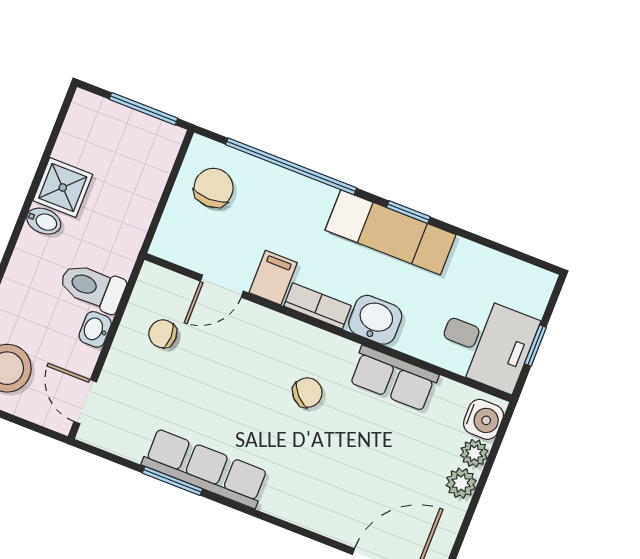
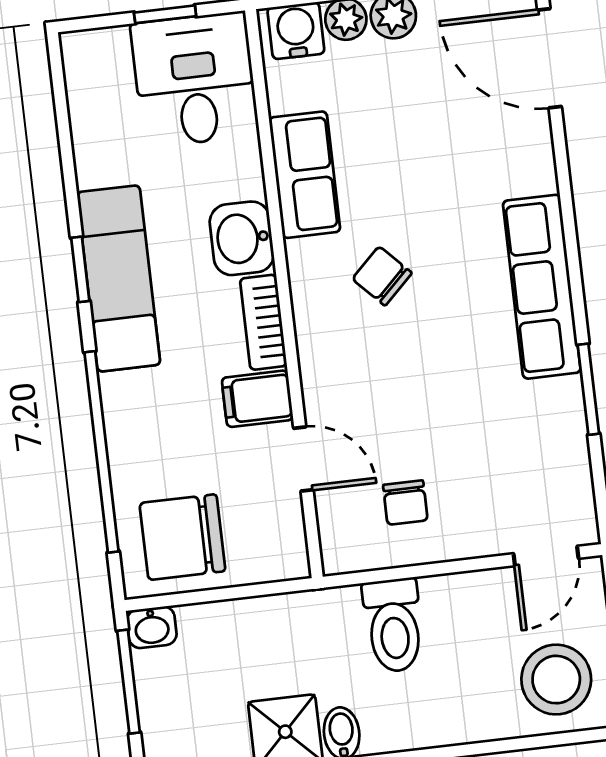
chair: (214, 188) -> (182, 537), width x1.37, depth x1.37
washbasin: (95, 329) -> (152, 627), moved
row of seats: (205, 468) -> (542, 287), moved

